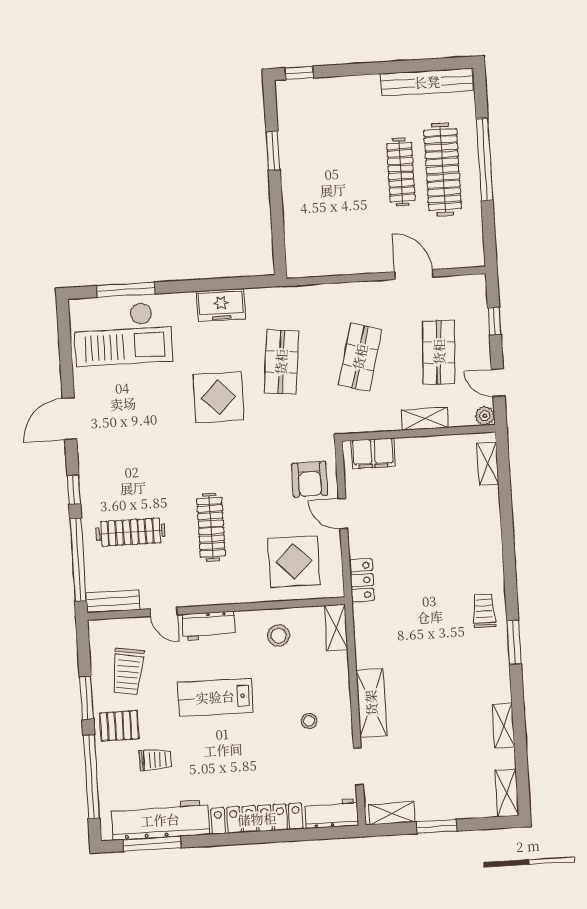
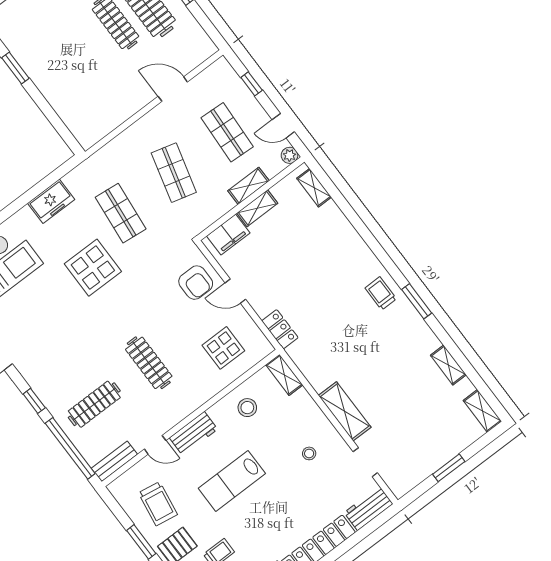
display table: (294, 561) -> (223, 348), width x0.73, depth x0.73
shelving: (392, 813) -> (257, 208), moved

